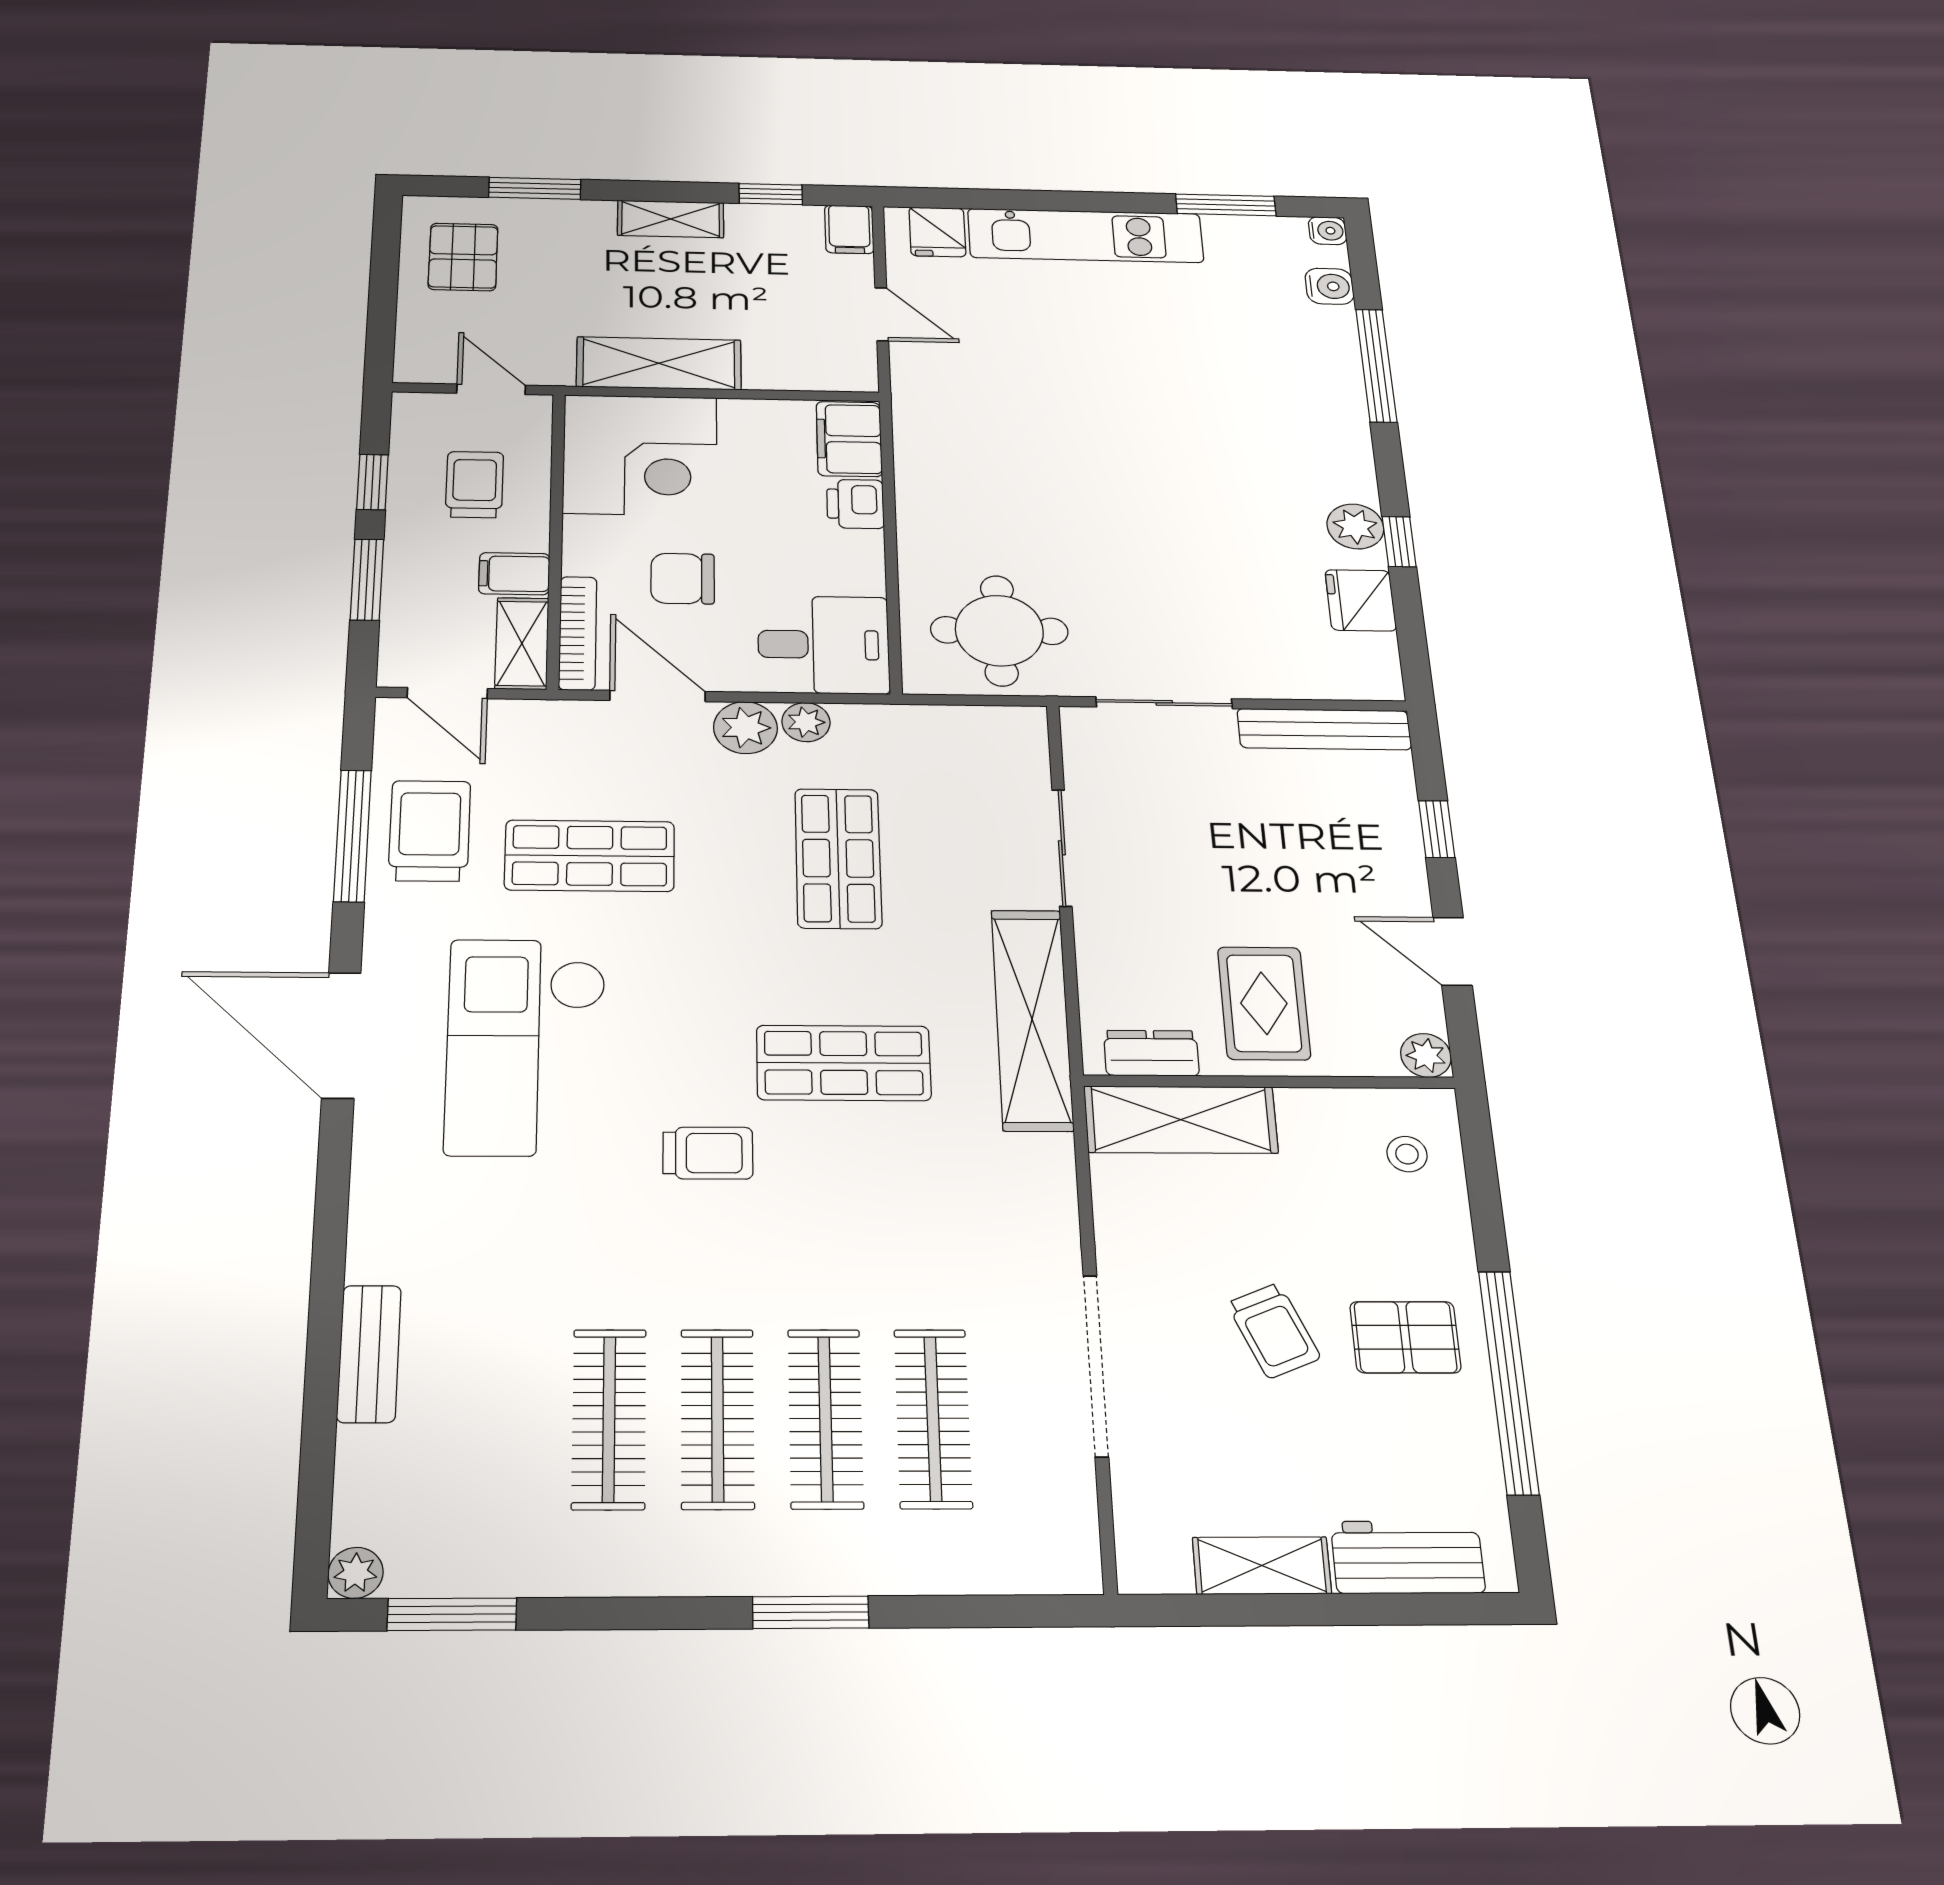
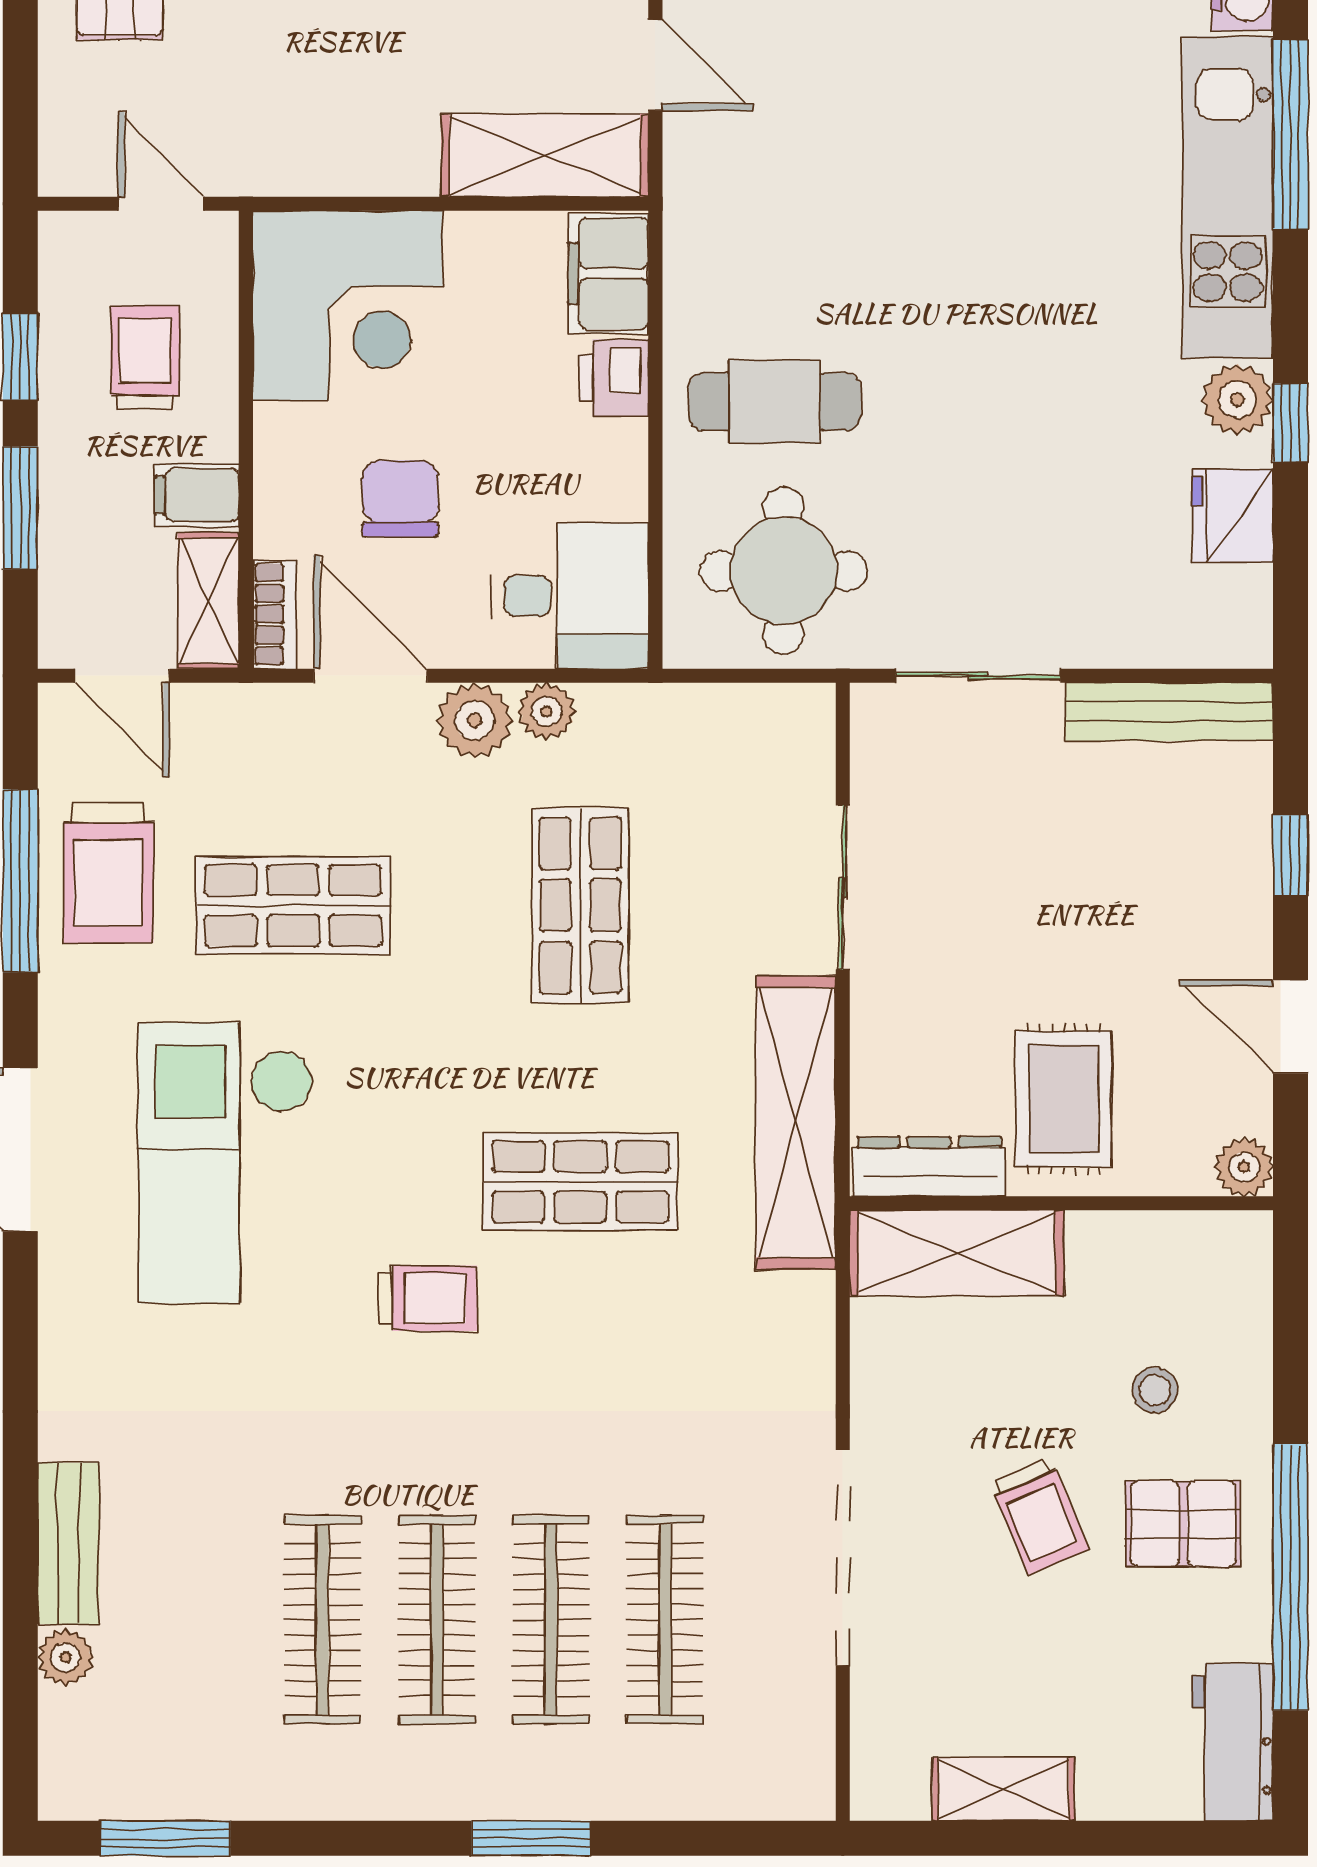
shelving: (659, 363) -> (545, 155), moved
kitchen unit: (1333, 402) -> (1228, 197), added
cafe table: (986, 521) -> (774, 402), added
chair: (683, 579) -> (400, 499), turned 90
bookcase: (578, 633) -> (275, 614), width x0.64
trolley: (430, 831) -> (108, 873), turned 180
dresser: (1151, 1053) -> (929, 1166), width x1.44
stool: (1407, 1154) -> (1155, 1390), moved
workbench: (1408, 1557) -> (1232, 1742), moved, turned -90
plant: (356, 1573) -> (66, 1657), moved

